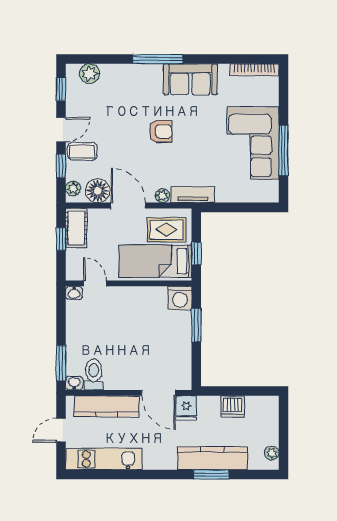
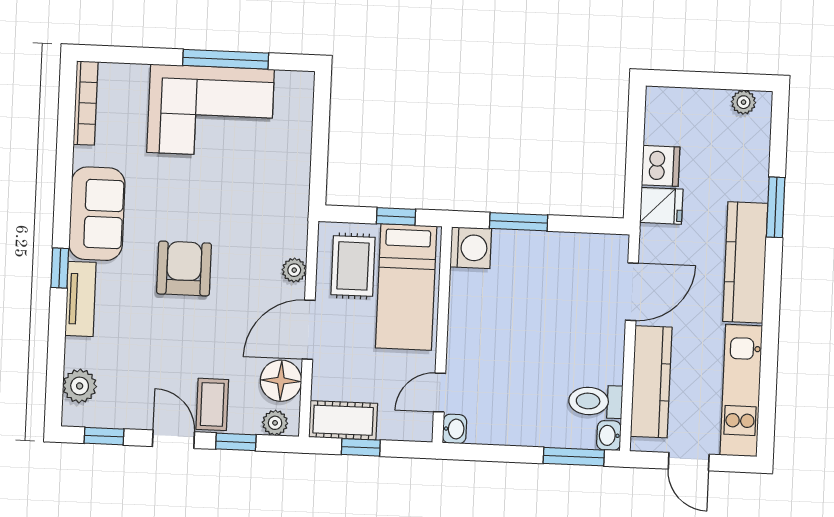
window: (158, 59) -> (60, 268), width x0.46
armchair: (161, 131) -> (184, 268), width x1.38, depth x1.38
tv unit: (193, 194) -> (80, 299), moved, turned 180
fridge: (186, 408) -> (661, 206), moved
kitchen counter: (213, 458) -> (745, 262), moved

